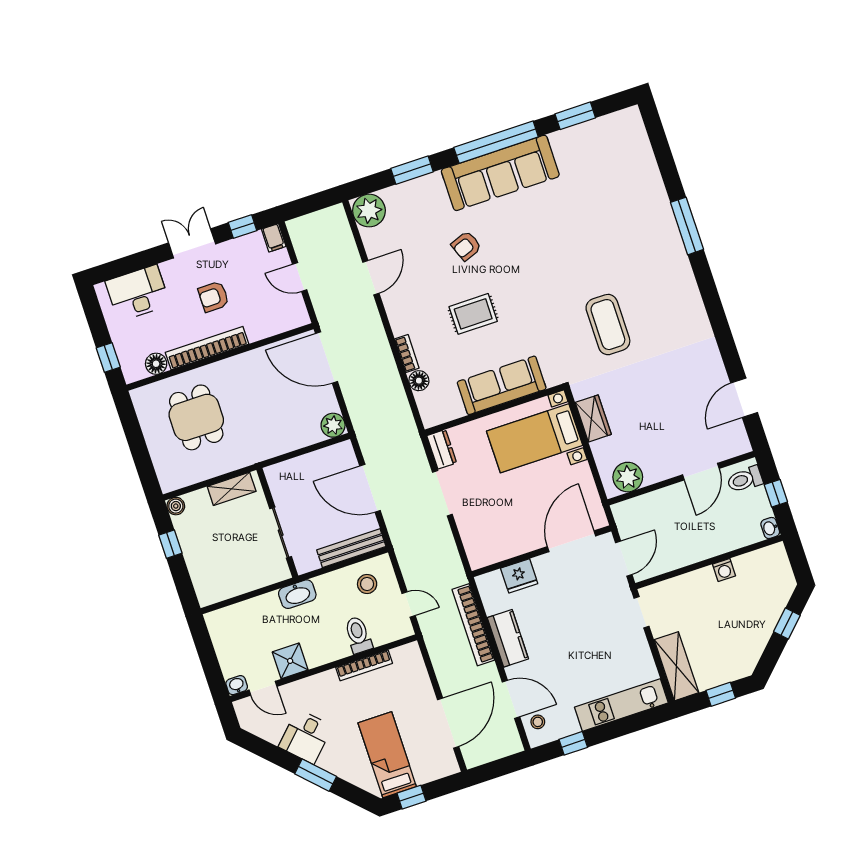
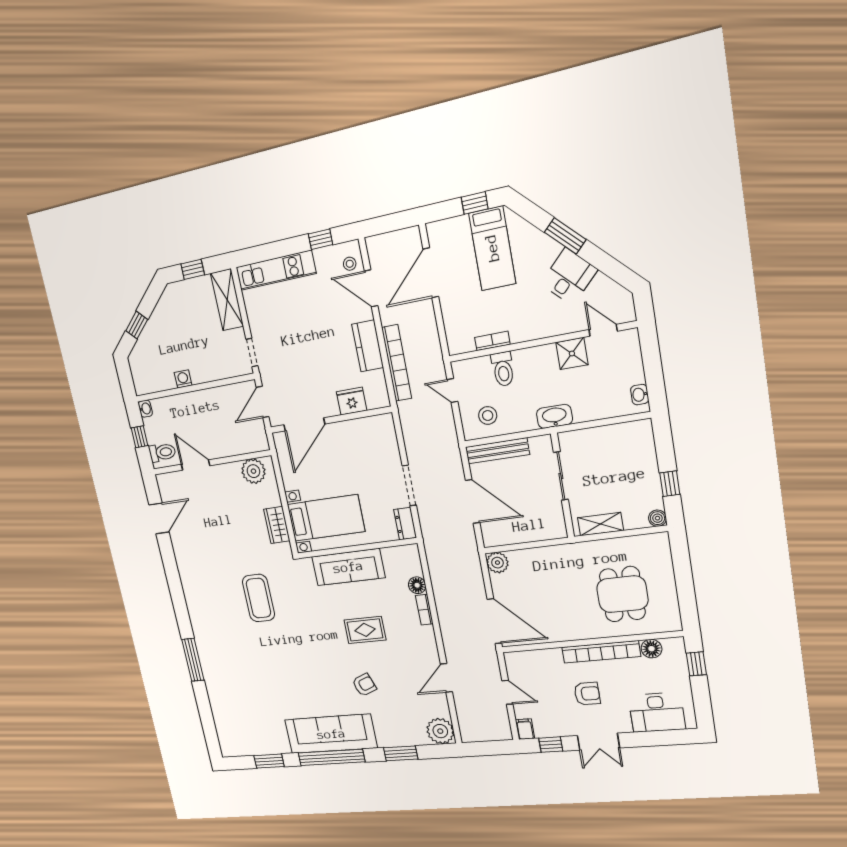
door: (701, 472) -> (196, 465), hinge flipped
bookcase: (364, 665) -> (492, 341), width x0.64
washbasin: (237, 685) -> (640, 395), moved, turned 90

